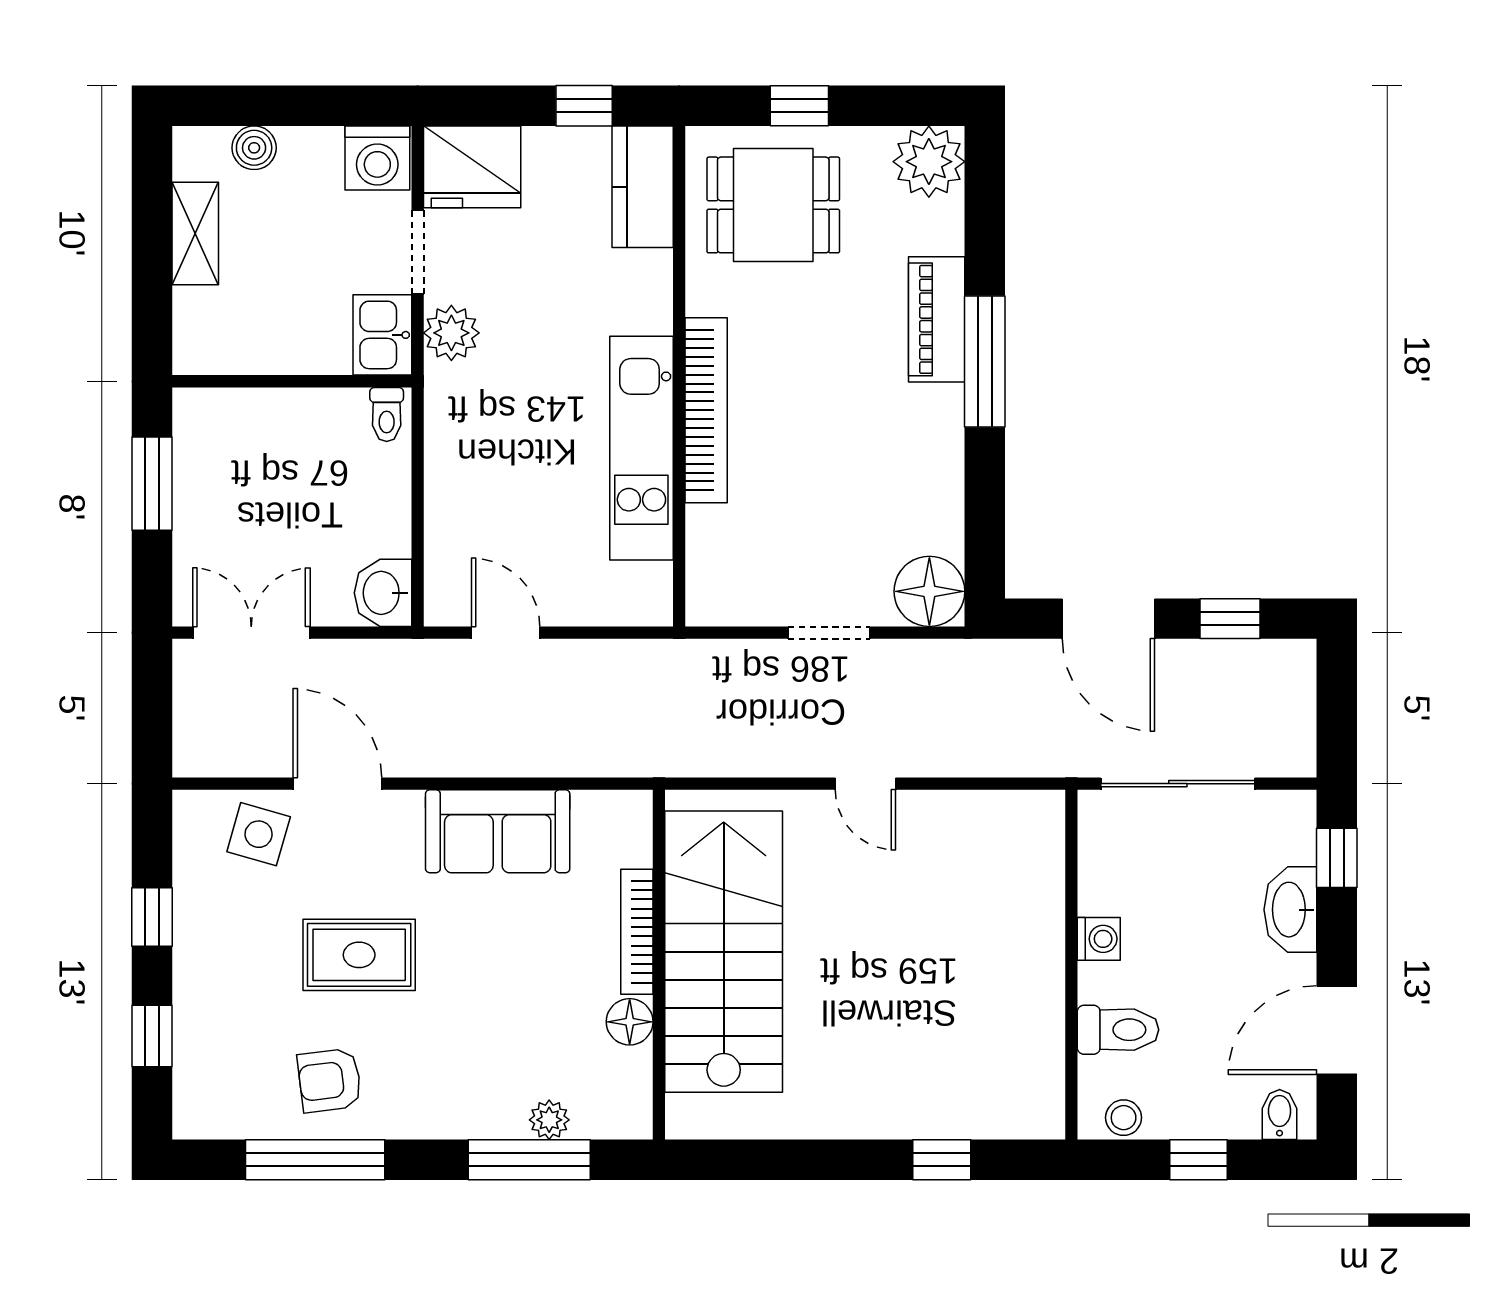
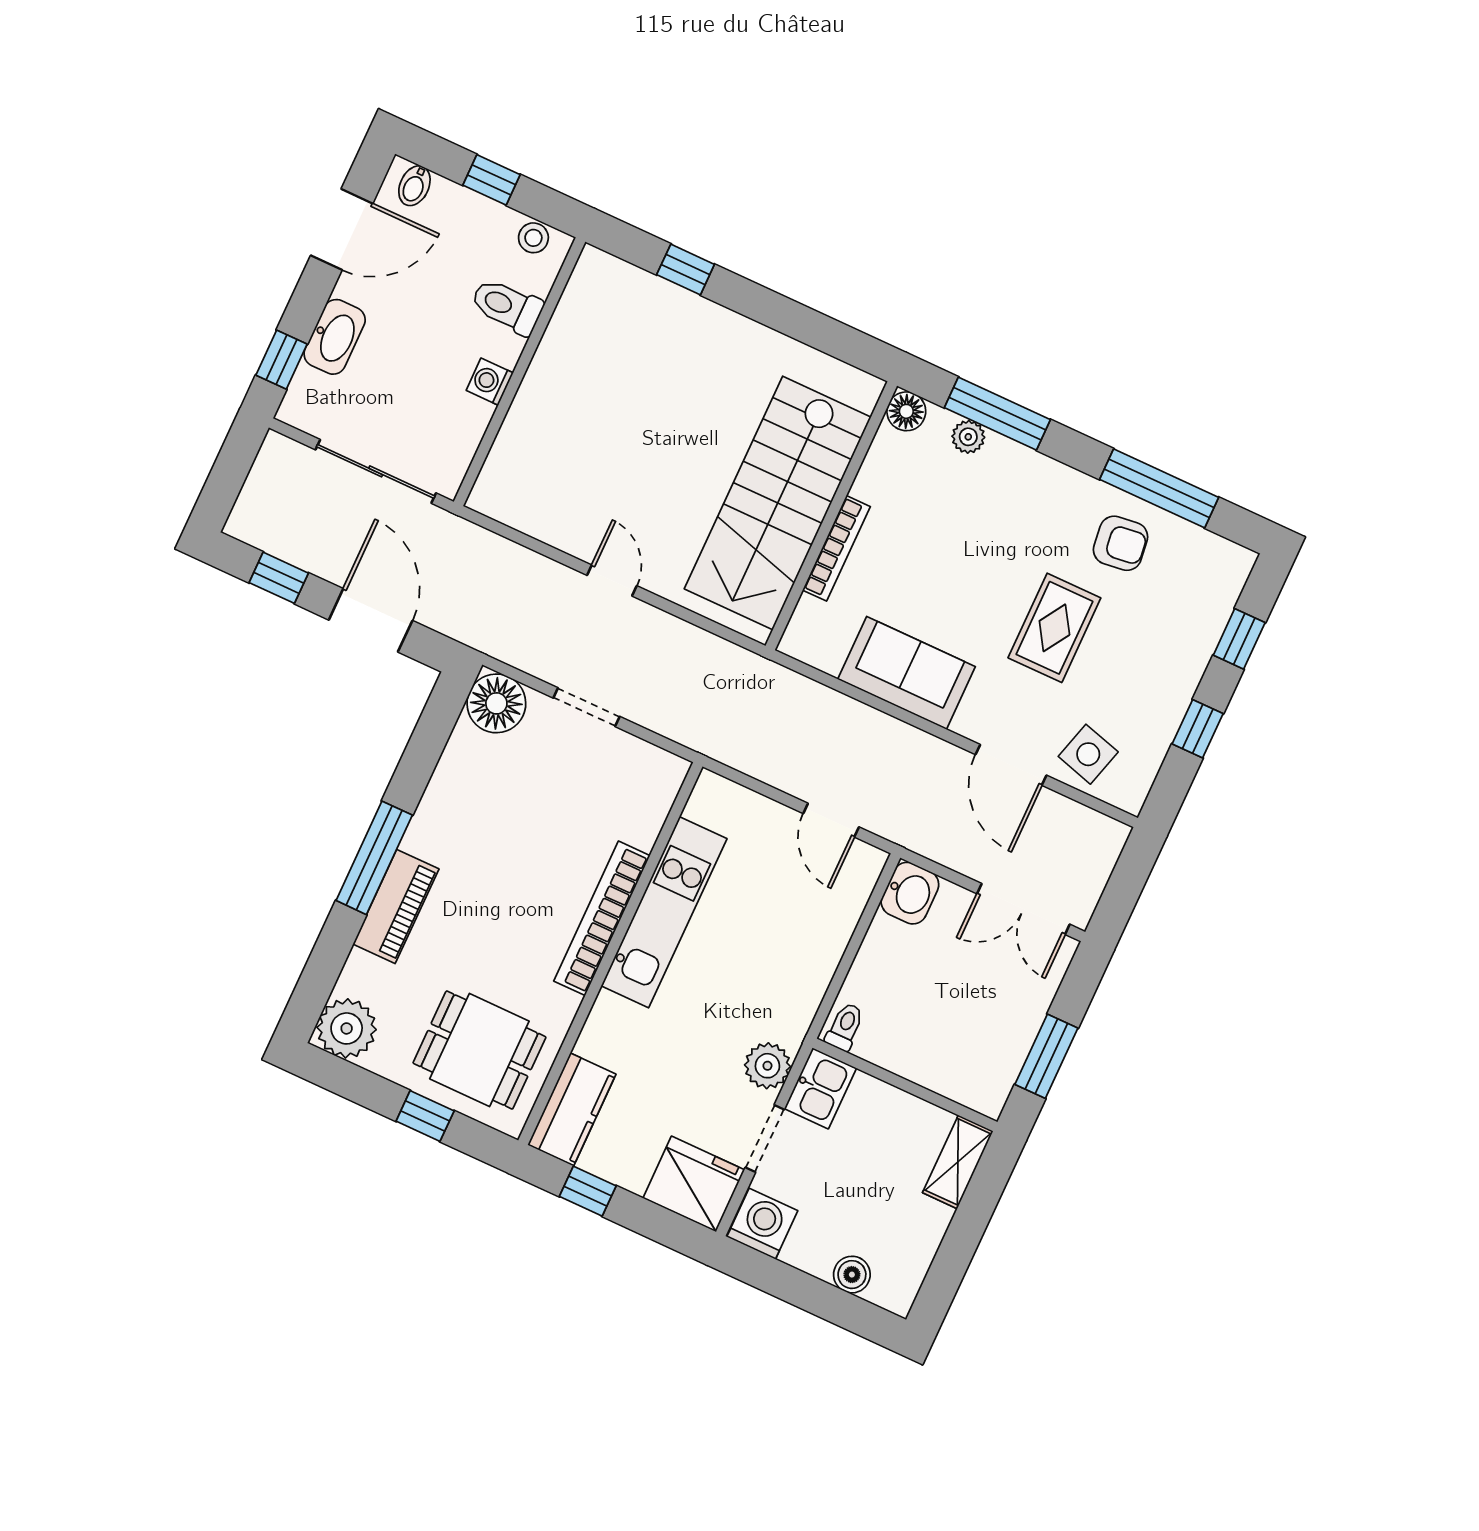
shelving: (195, 233) -> (958, 1162), moved
rug: (359, 955) -> (1054, 628), turned 90
floor lamp: (630, 1022) -> (906, 411), moved

